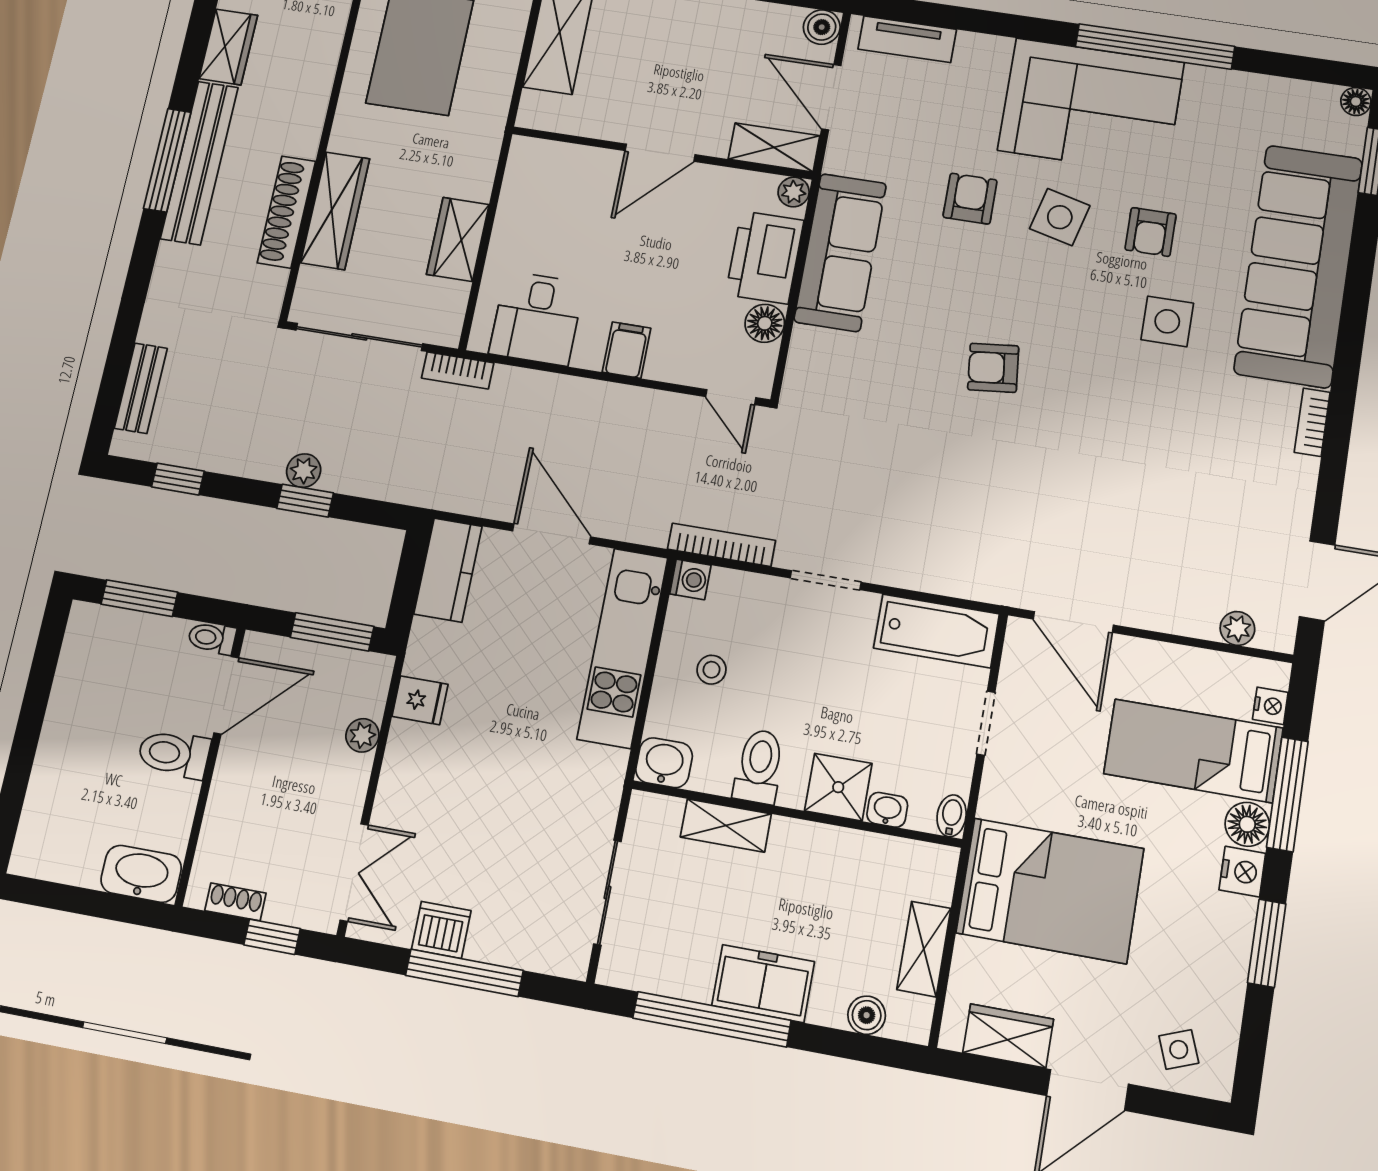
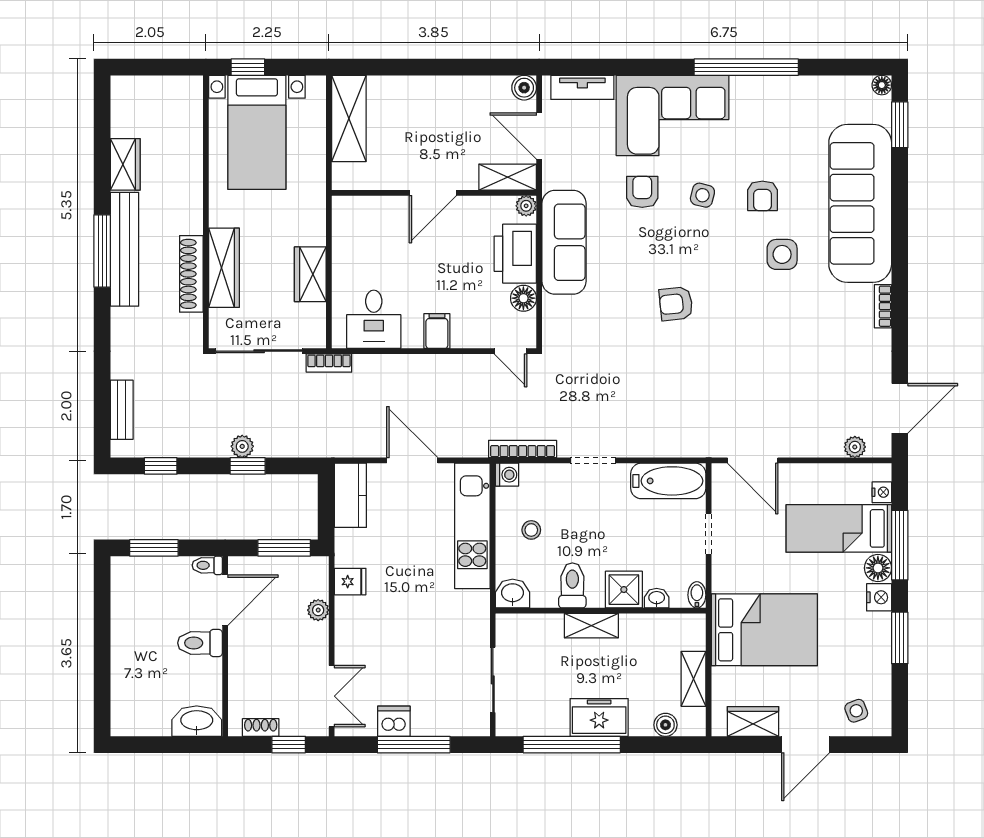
corner sofa: (1091, 106) -> (673, 116), moved
side table: (1060, 217) -> (702, 195), width x0.73, depth x0.73
shelving: (726, 825) -> (591, 626), moved

